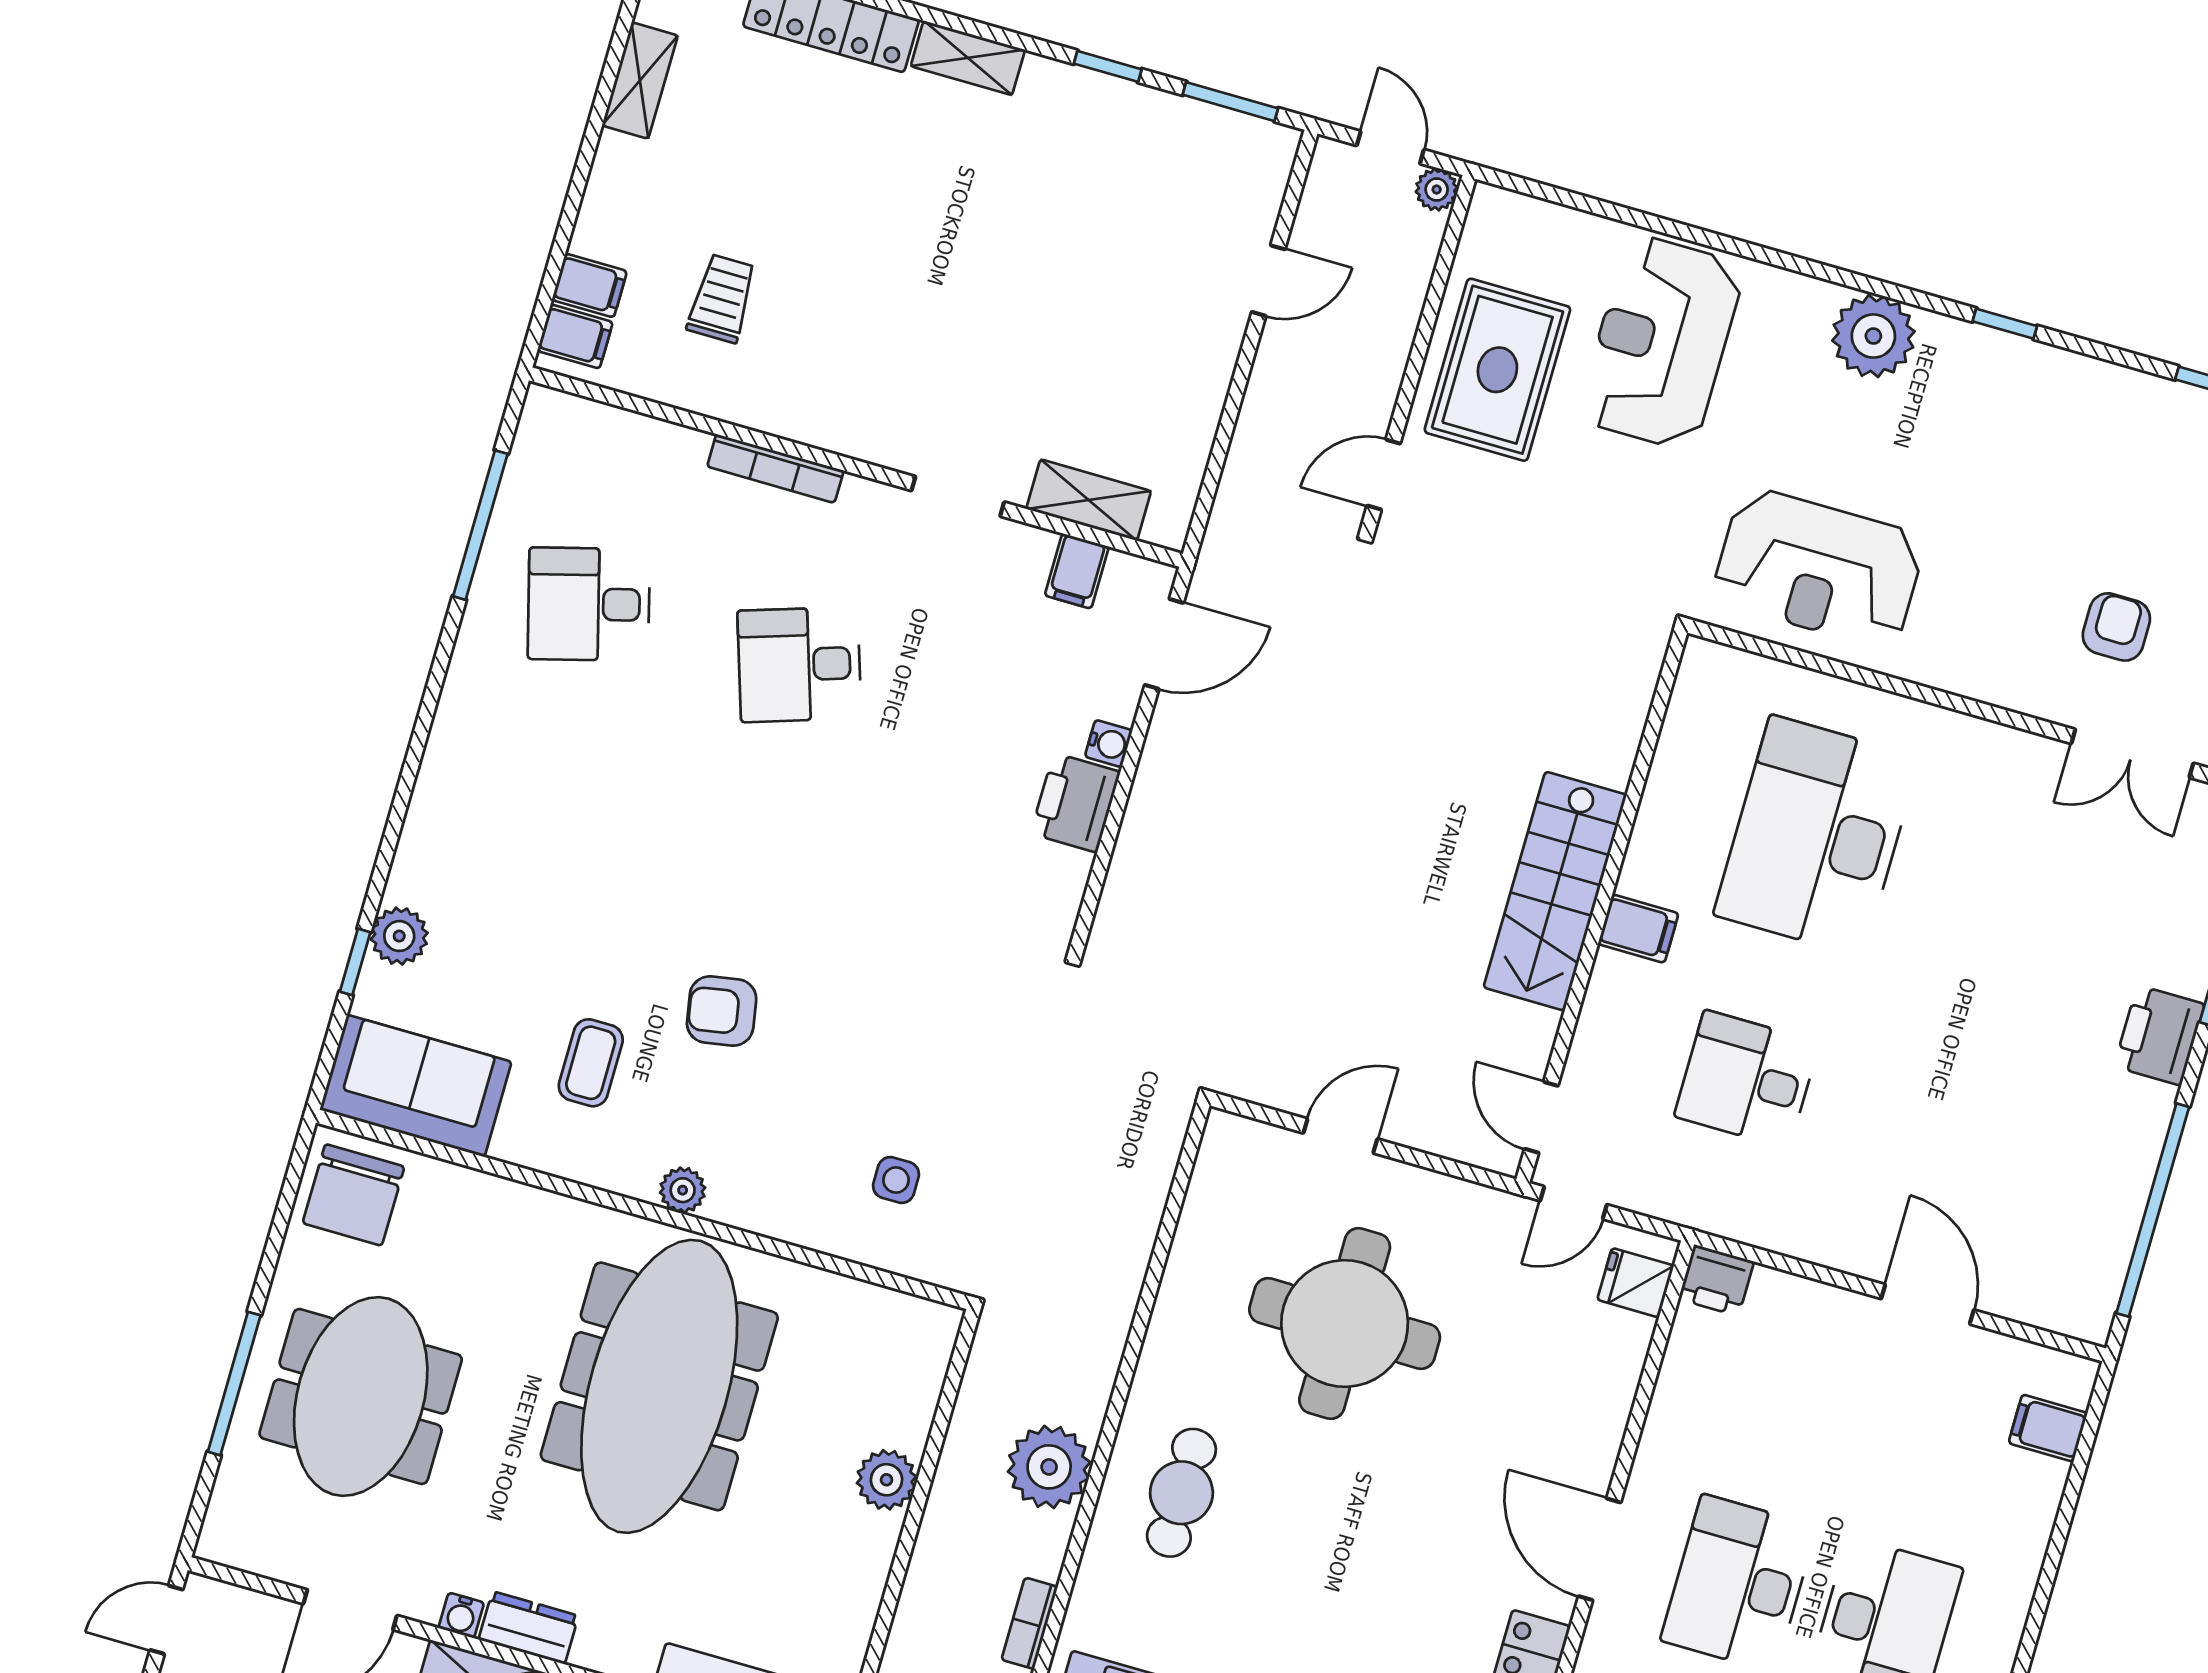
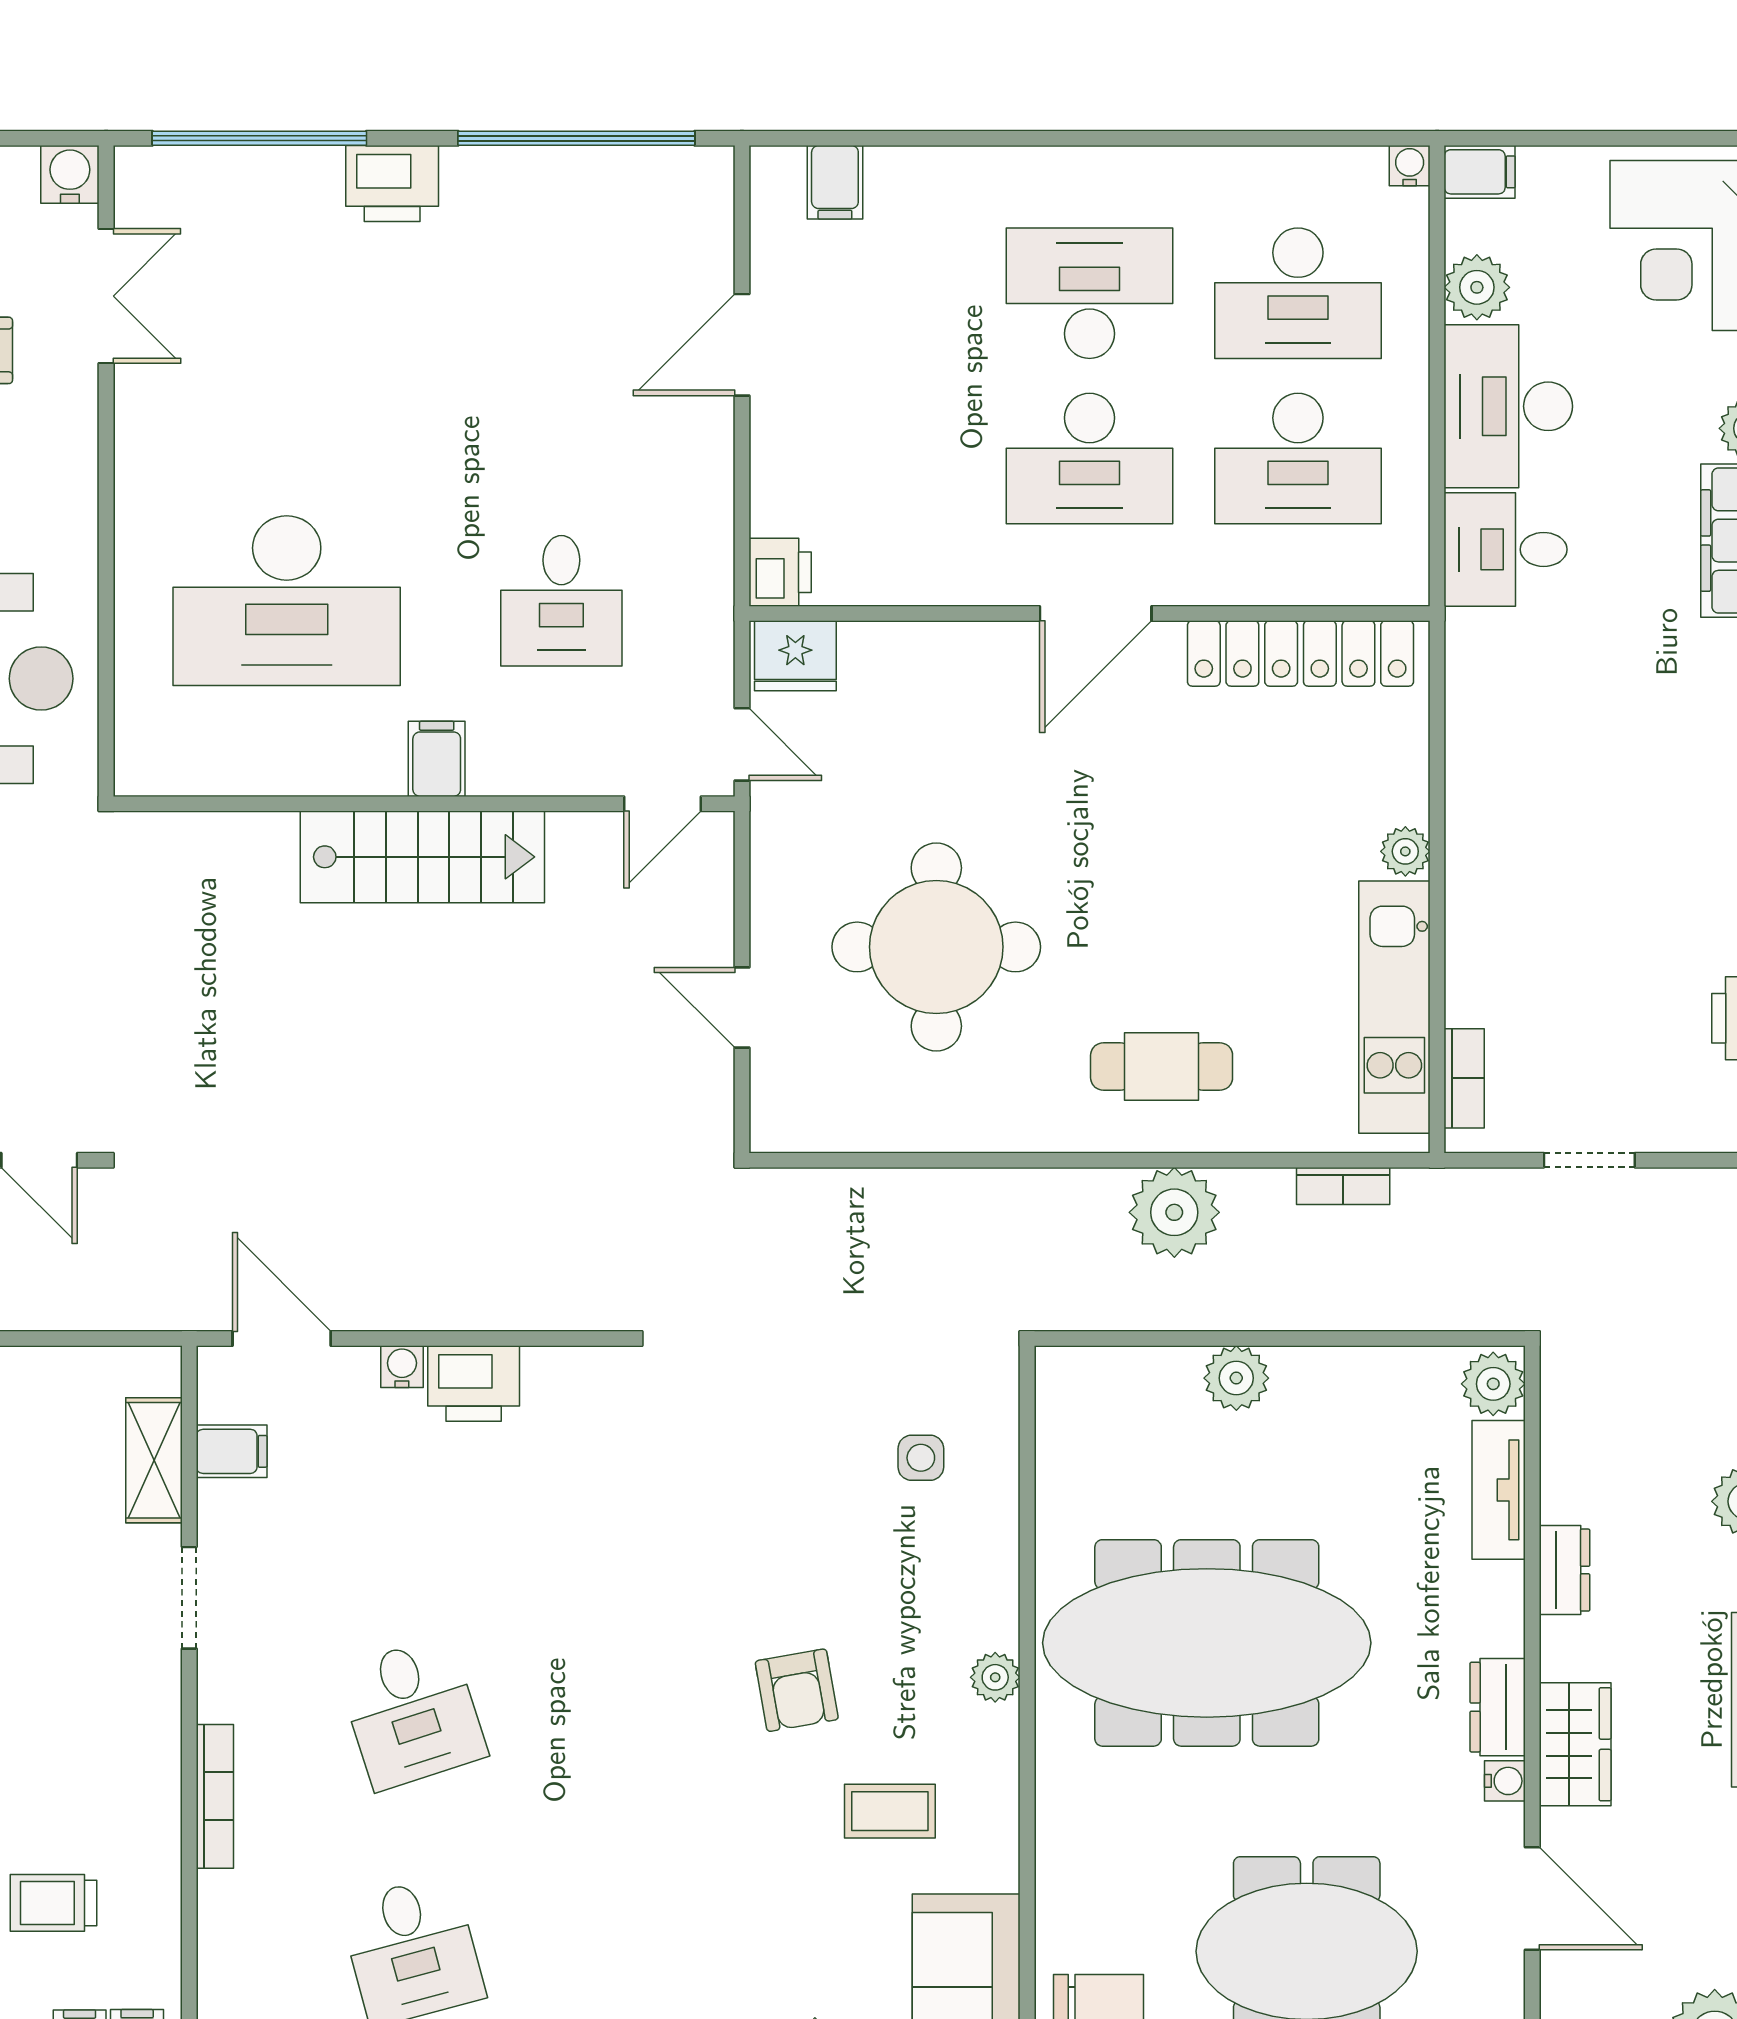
fridge: (1636, 1283) -> (795, 656), width x1.38

